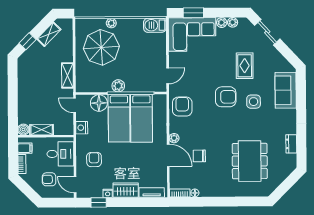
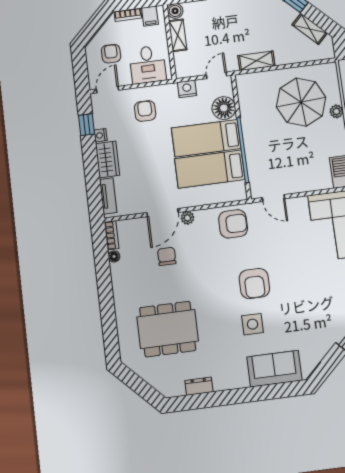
rug: (245, 66) -> (302, 305), removed
plant: (118, 86) -> (251, 132), removed
armchair: (94, 160) -> (145, 111), turned -90

